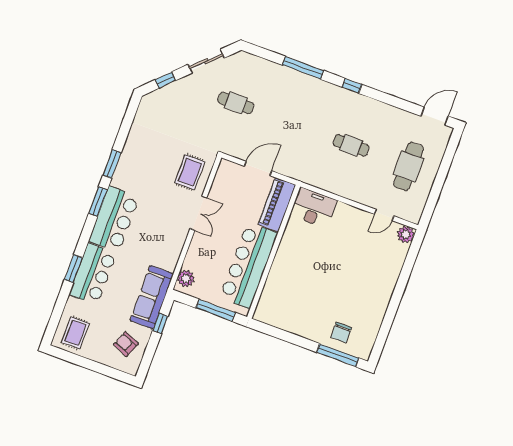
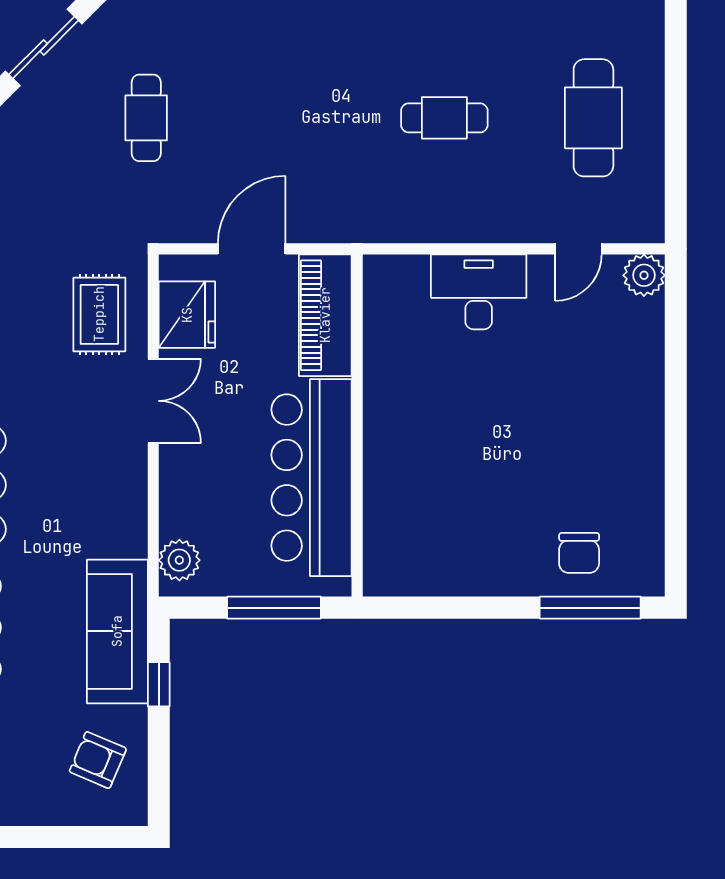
cafe table: (236, 103) -> (146, 118), turned 90
fridge: (224, 185) -> (187, 315), added
desk: (314, 208) -> (479, 292), moved

